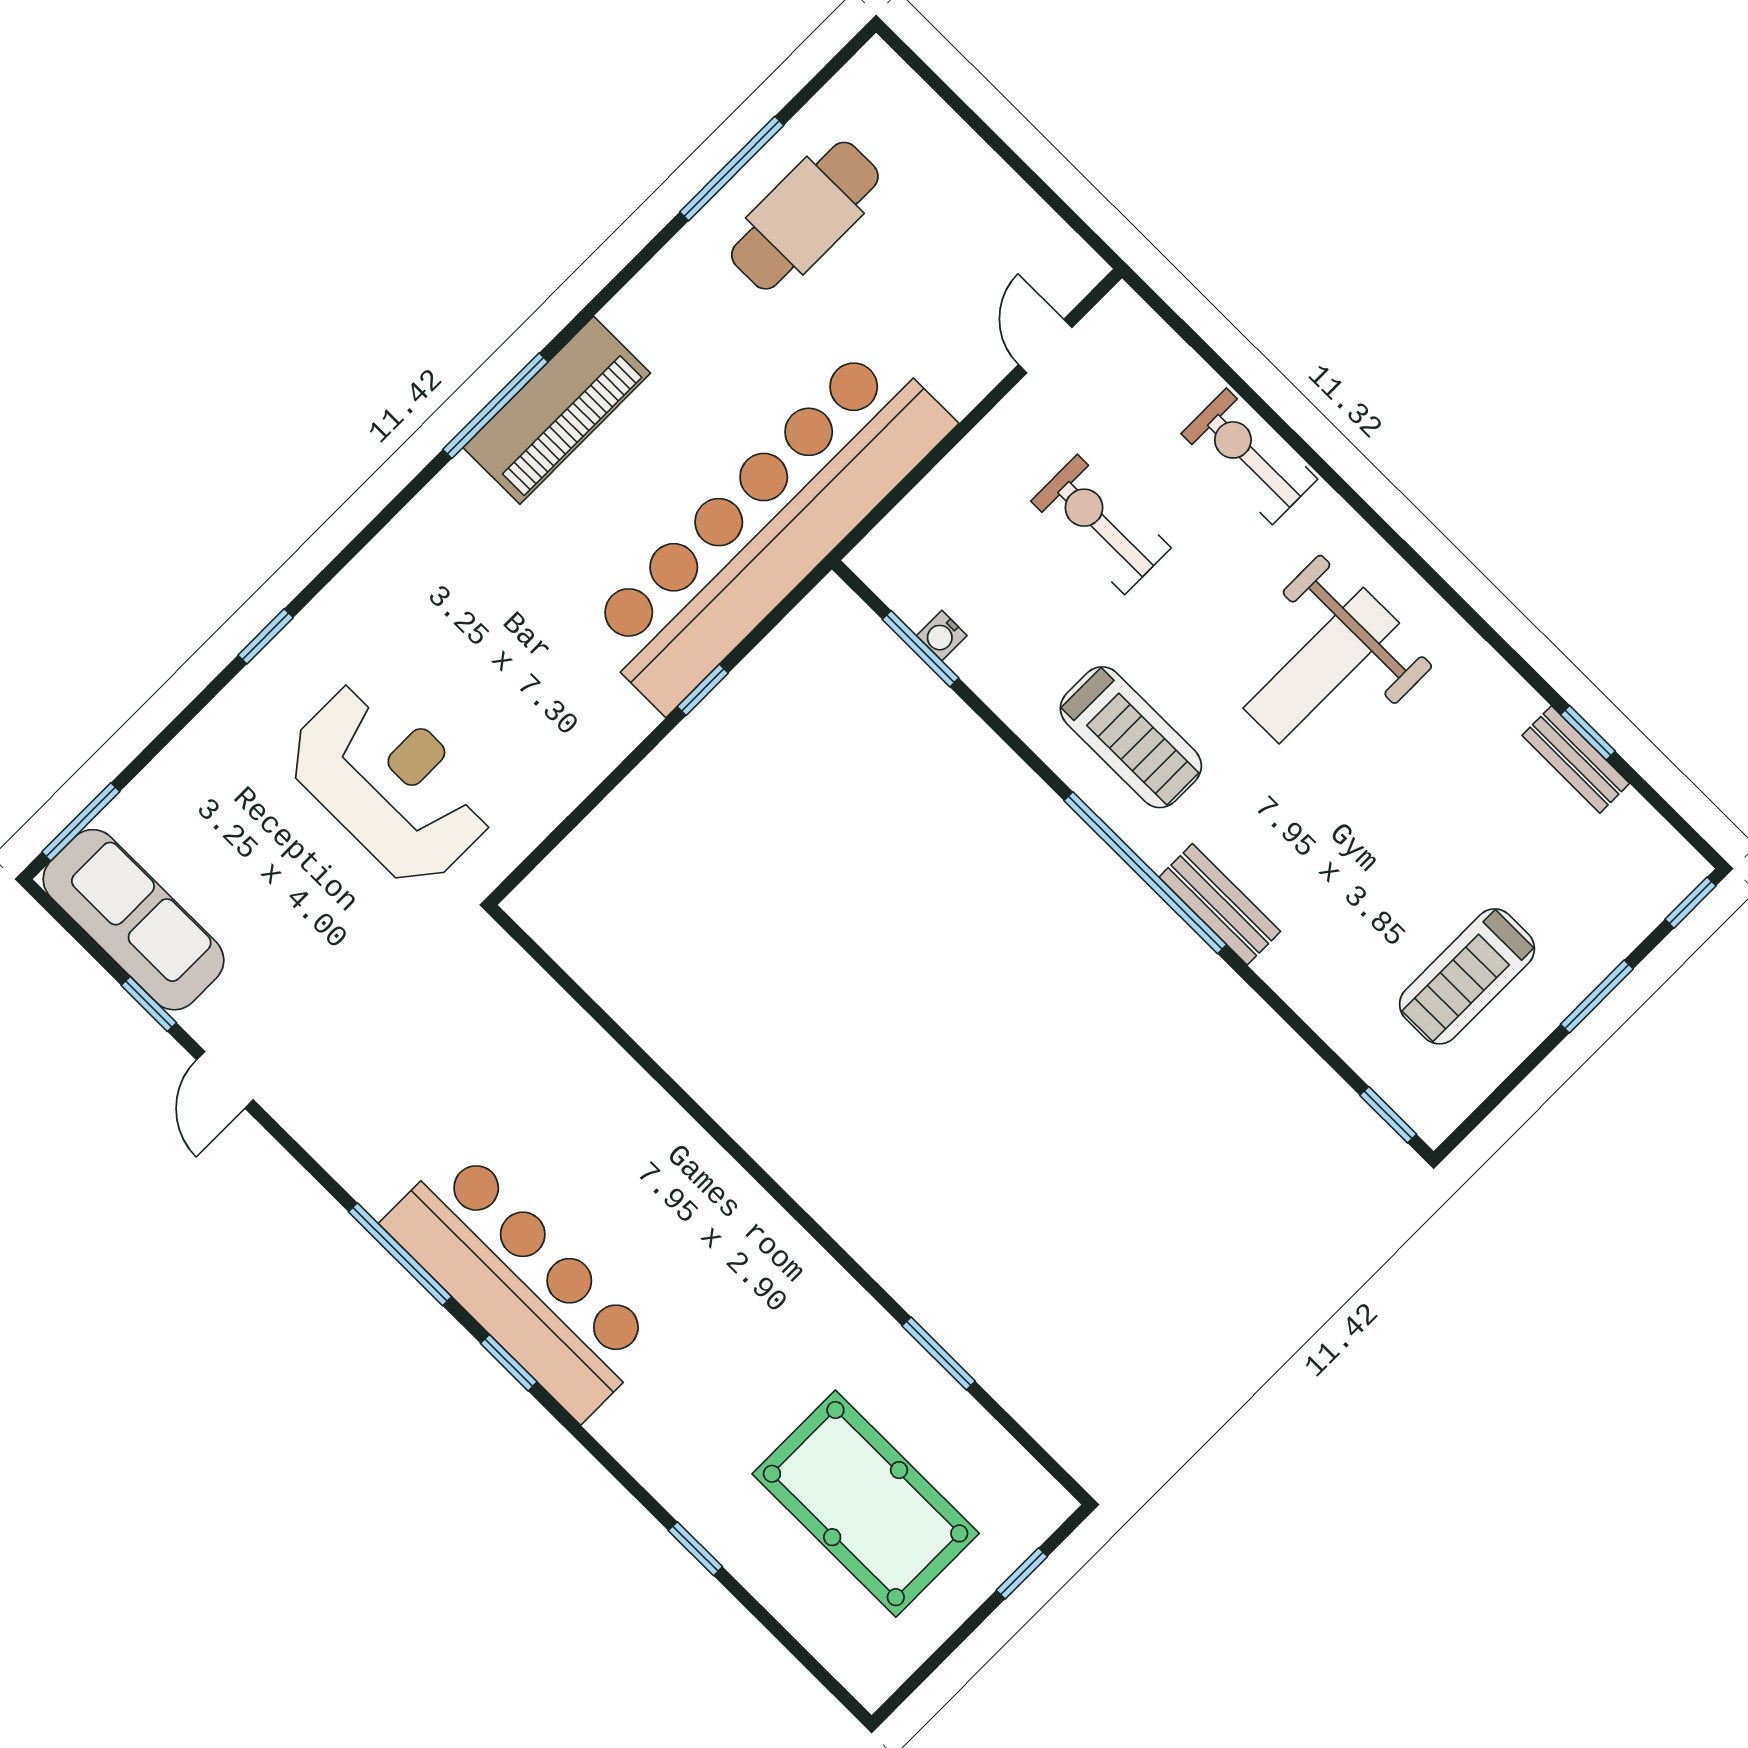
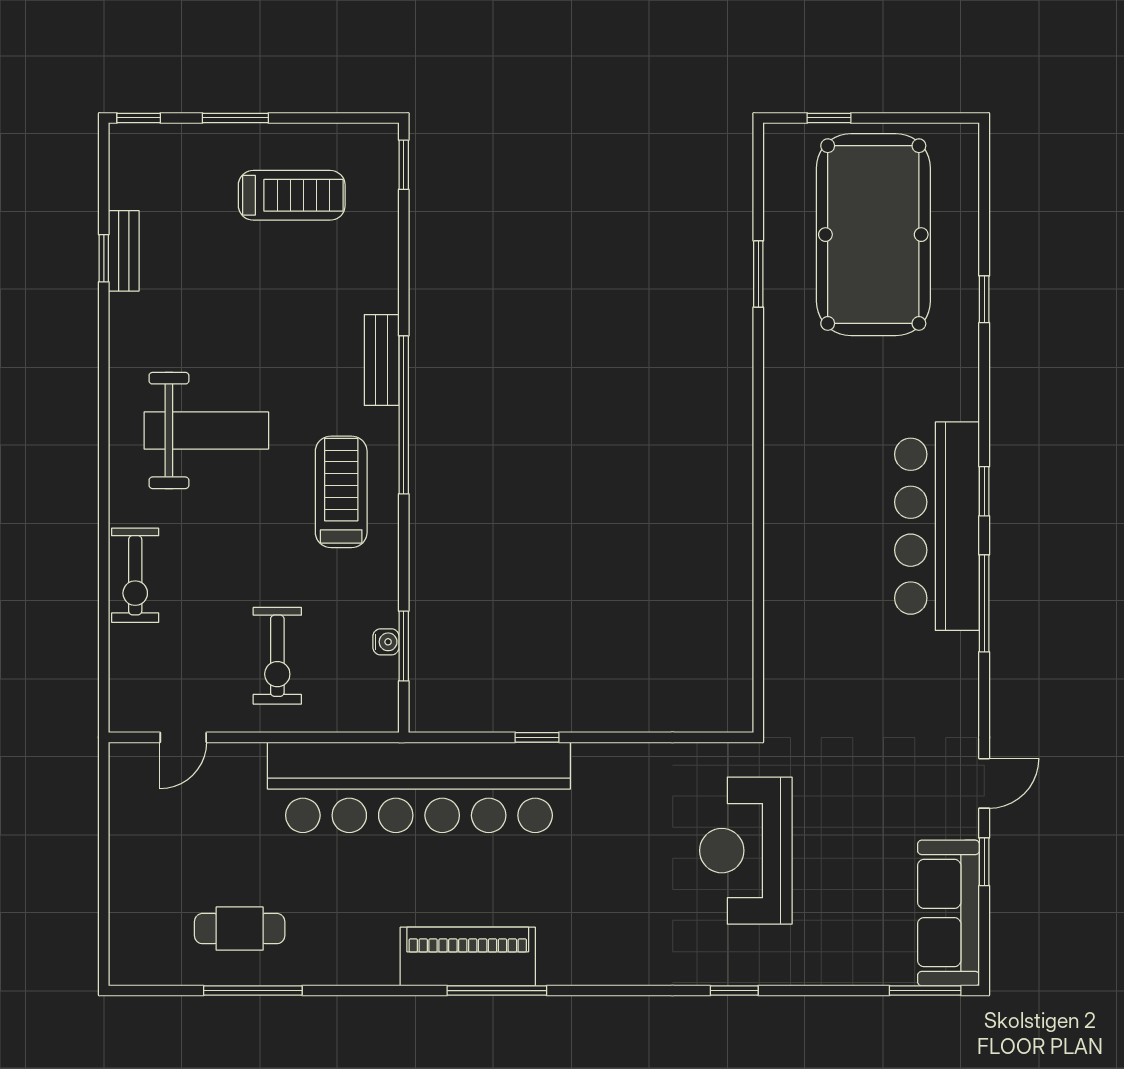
cafe table: (805, 216) -> (240, 929), width x0.73, depth x0.74
exercise bike: (1101, 524) -> (277, 656), moved
pool table: (866, 1504) -> (873, 235), width x1.36, depth x1.32

